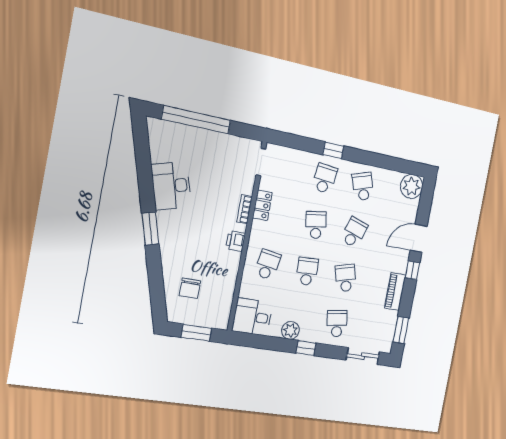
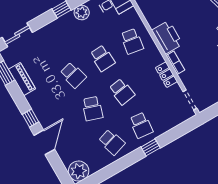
printer: (236, 241) -> (167, 37), width x1.87, depth x1.48
piano: (395, 292) -> (22, 79), moved
school desk: (337, 323) -> (54, 42), removed

